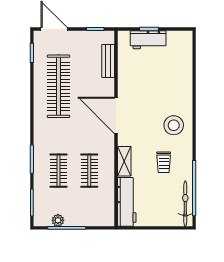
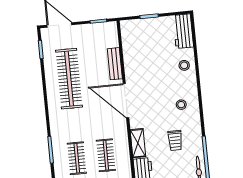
workbench: (148, 40) -> (183, 31), moved, turned 90
bench: (108, 61) -> (115, 64), moved
stool: (181, 84) -> (184, 65), added
stool: (174, 125) -> (181, 105), width x0.53, depth x0.53

